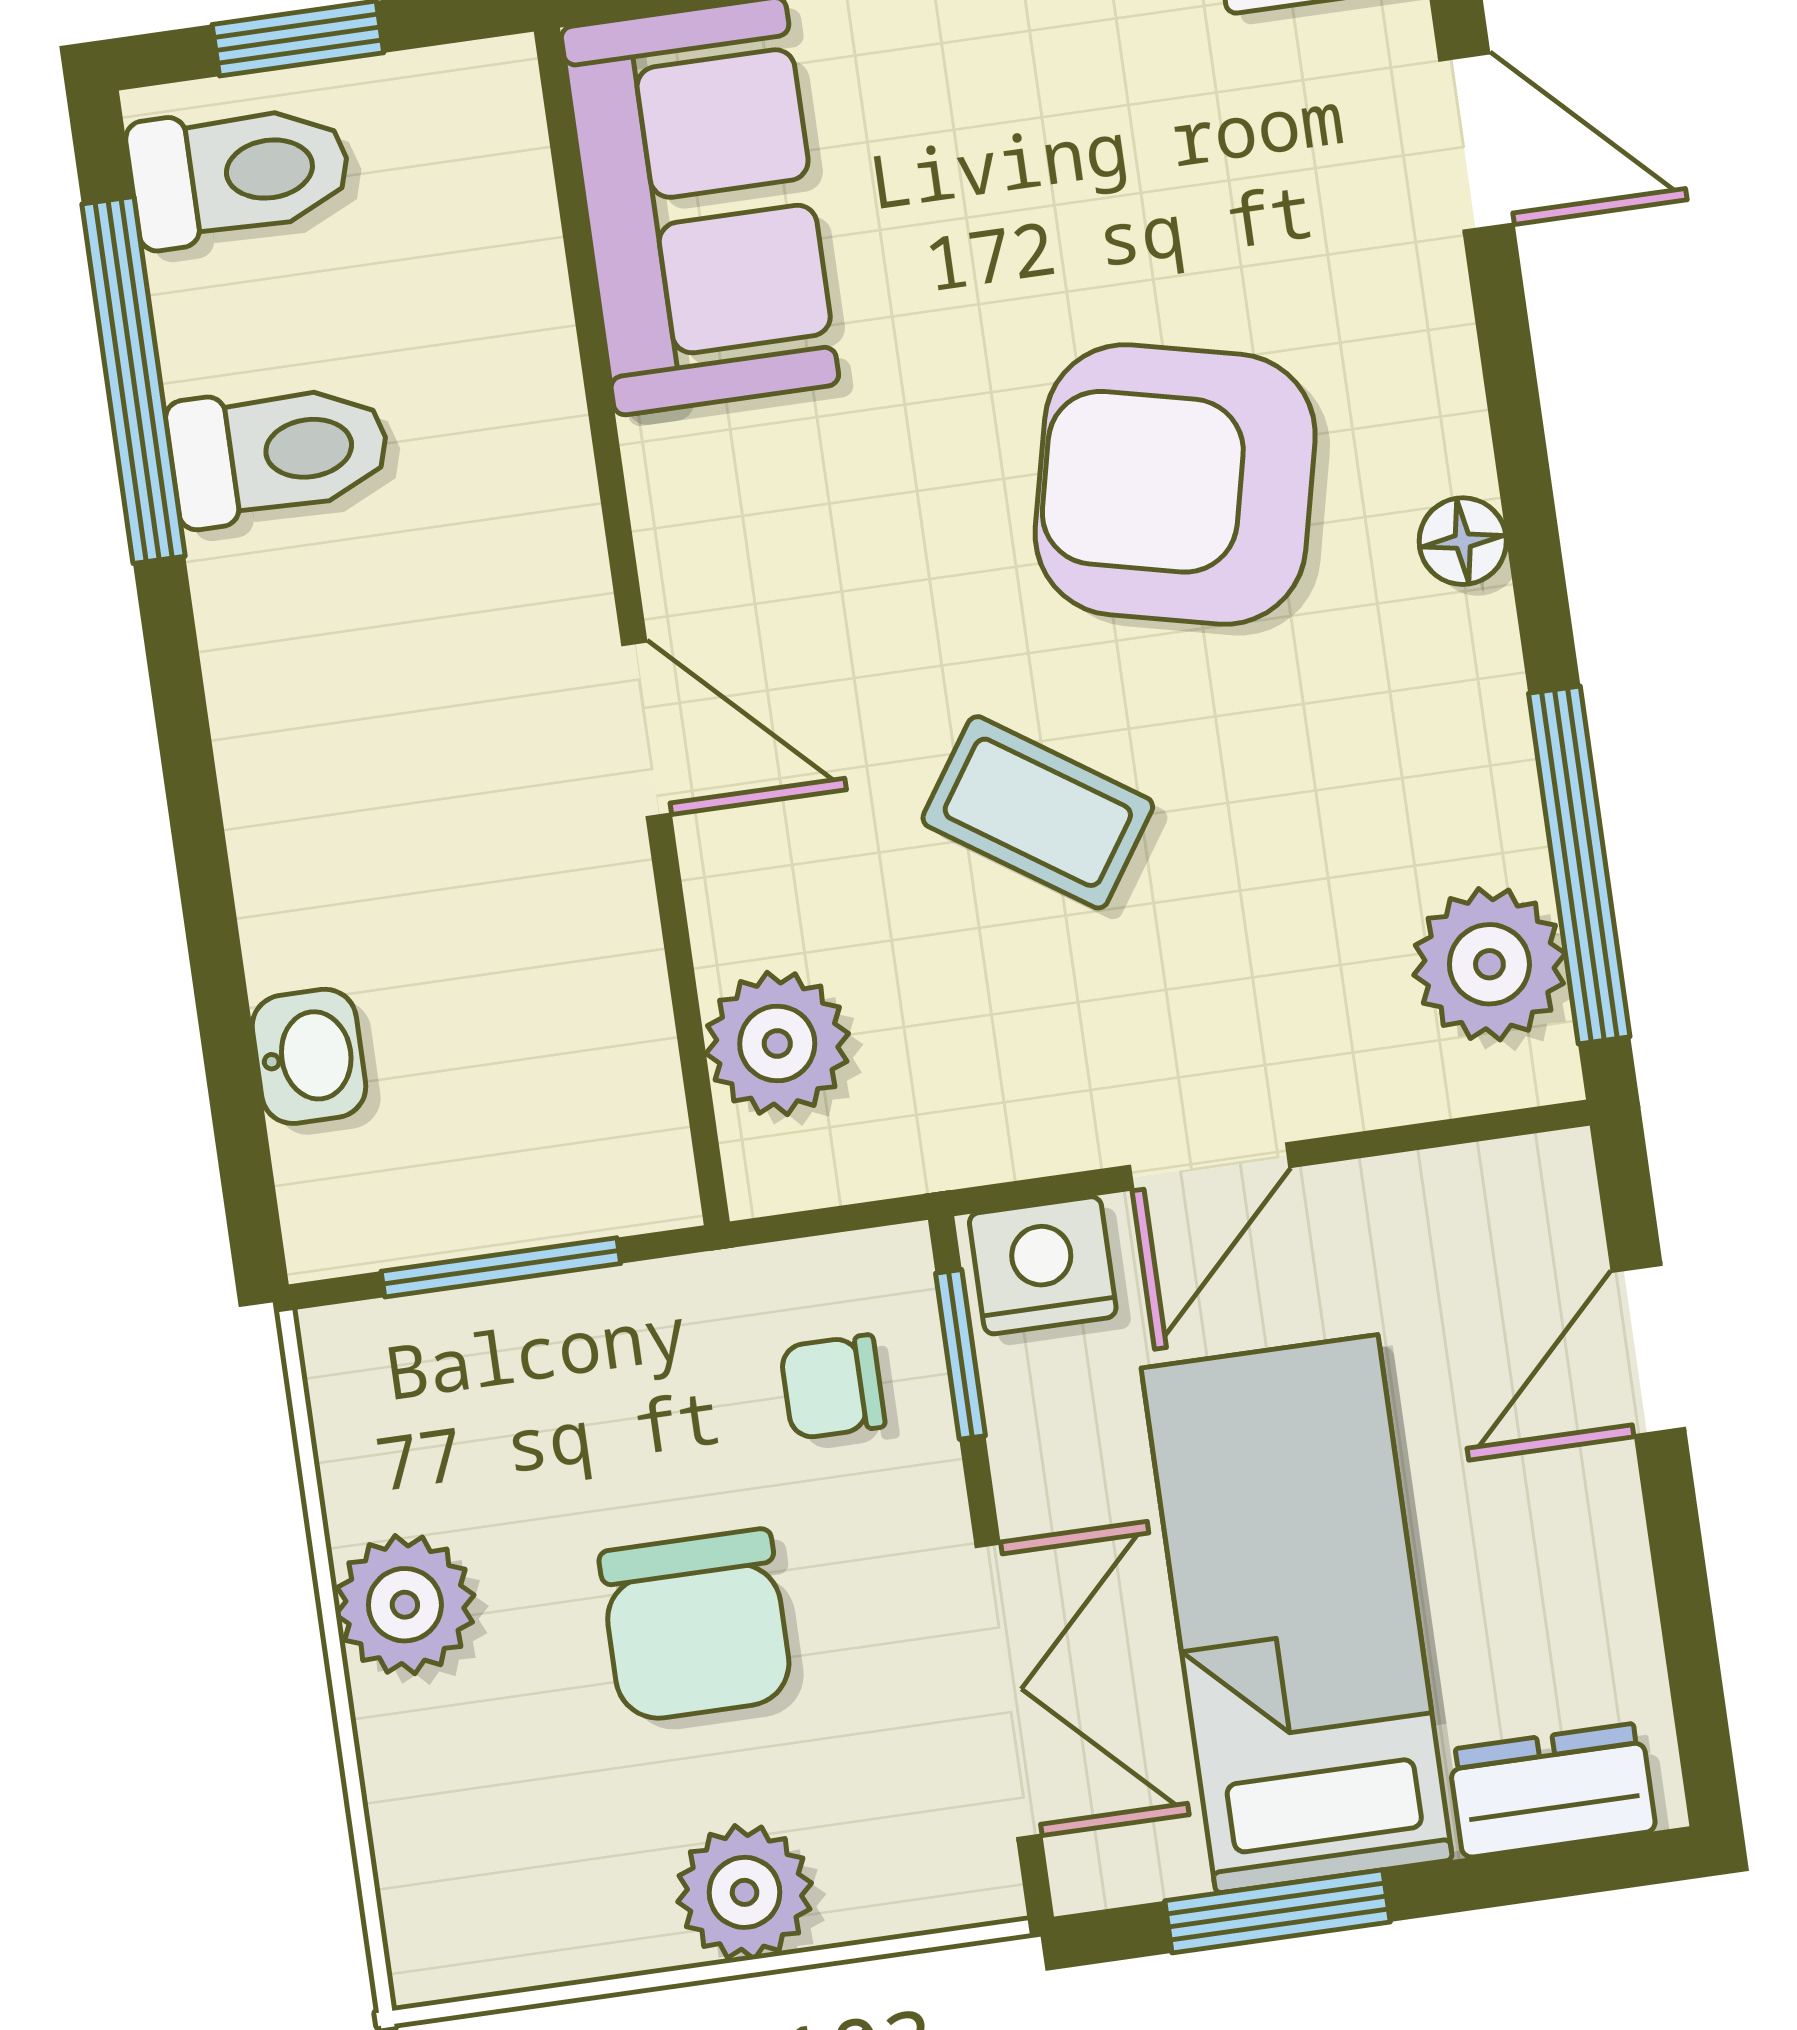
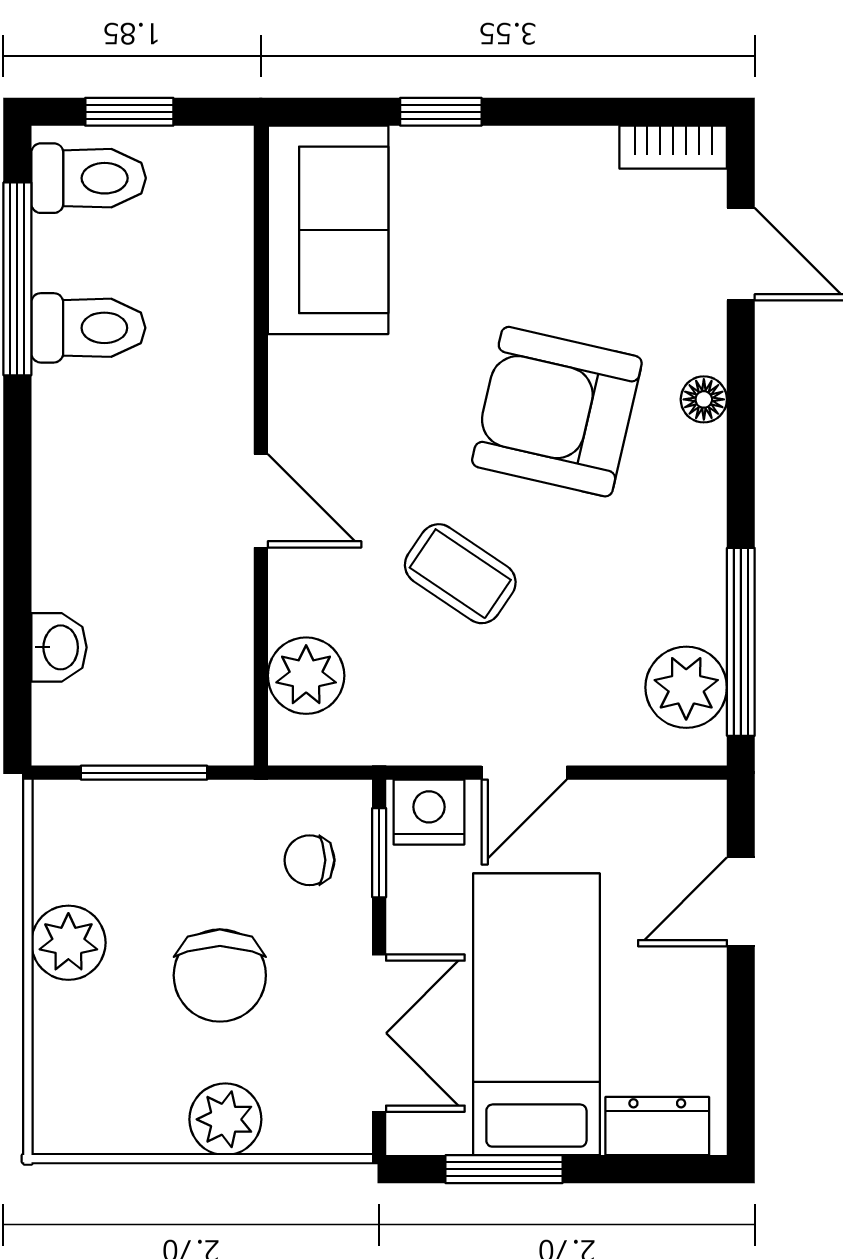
floor lamp: (1463, 541) -> (704, 399), moved

